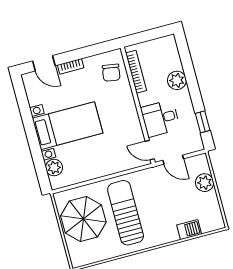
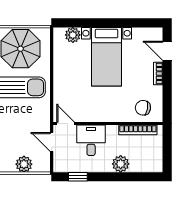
door: (44, 63) -> (167, 51), hinge flipped
door: (150, 150) -> (66, 124), hinge flipped
door: (173, 160) -> (52, 142), hinge flipped

